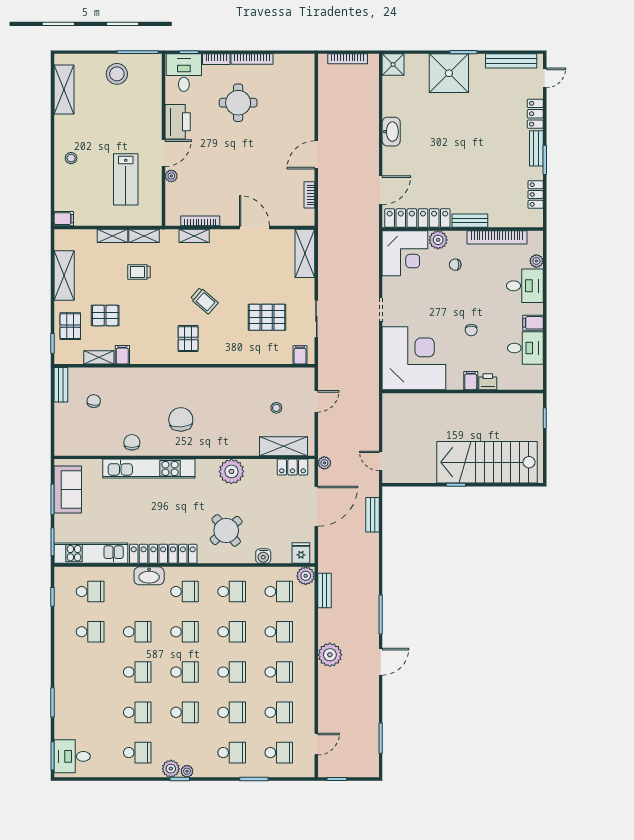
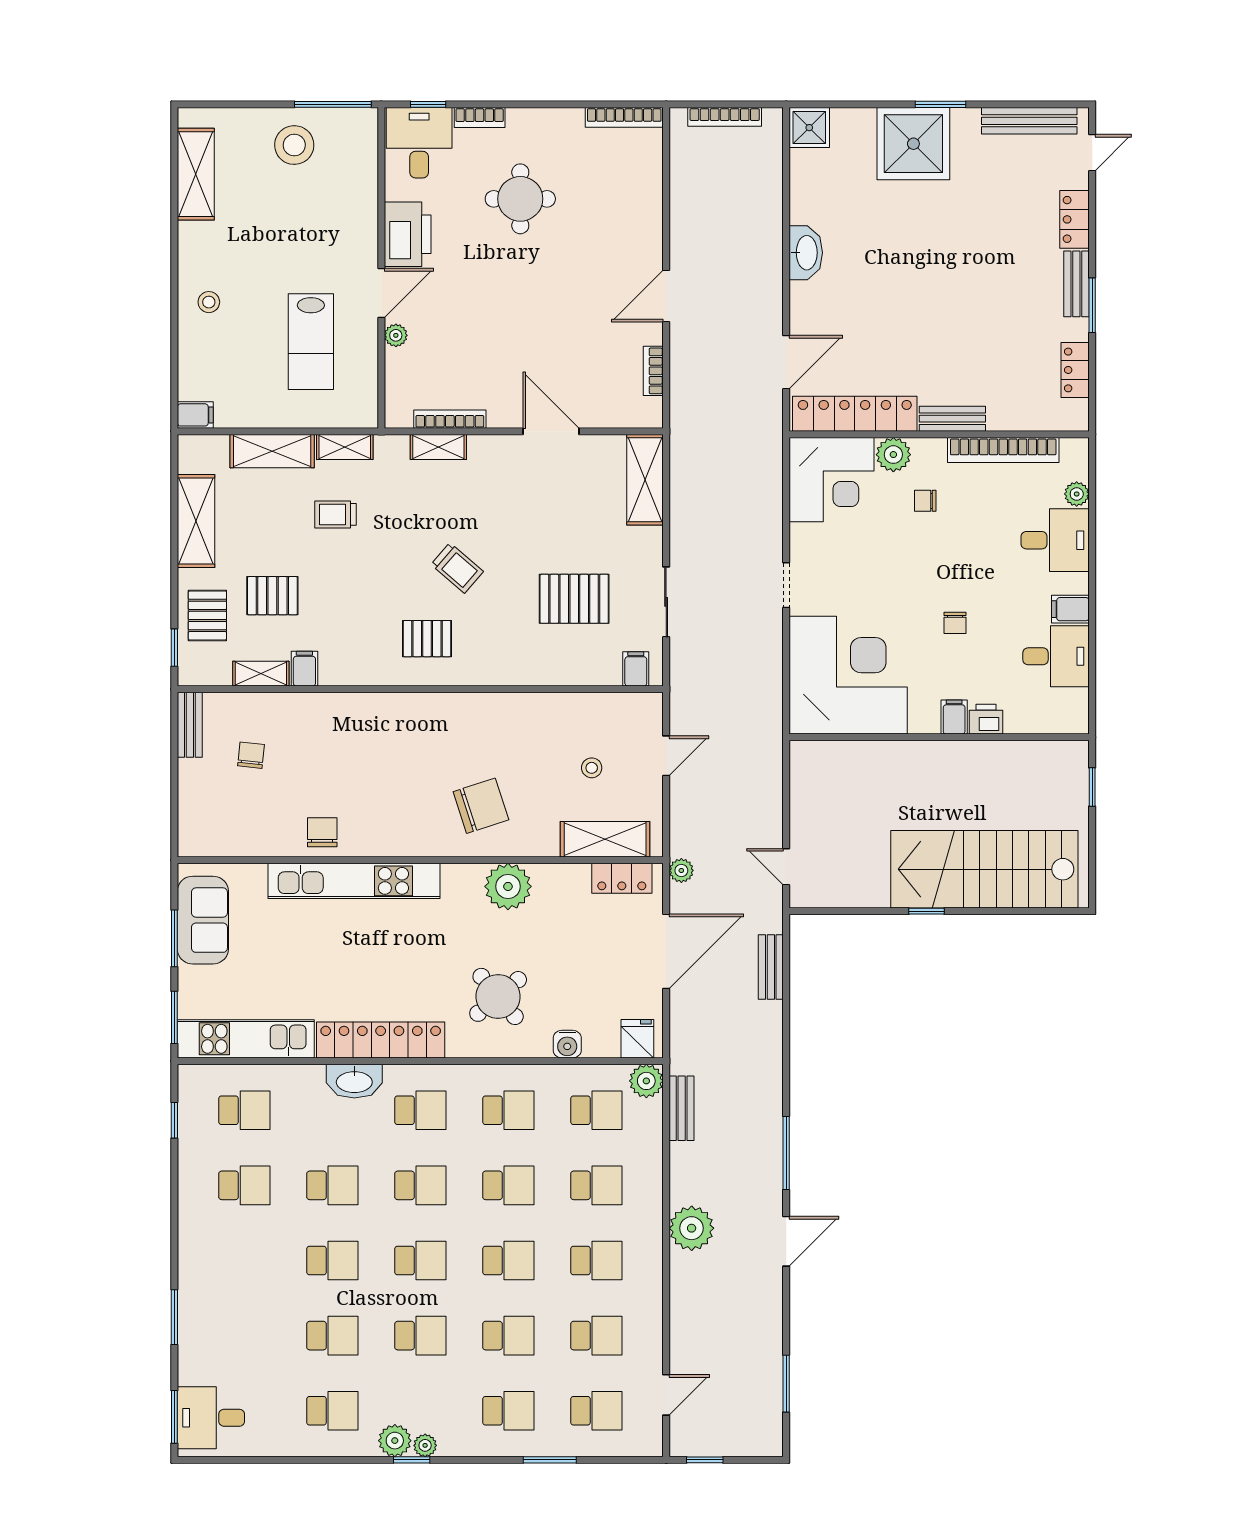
bookcase: (252, 59) -> (624, 117), moved
shelving: (113, 236) -> (272, 451), width x1.50, depth x1.33
pallet: (188, 339) -> (427, 639), turned 90
chair: (181, 419) -> (481, 806), moved, turned 76

